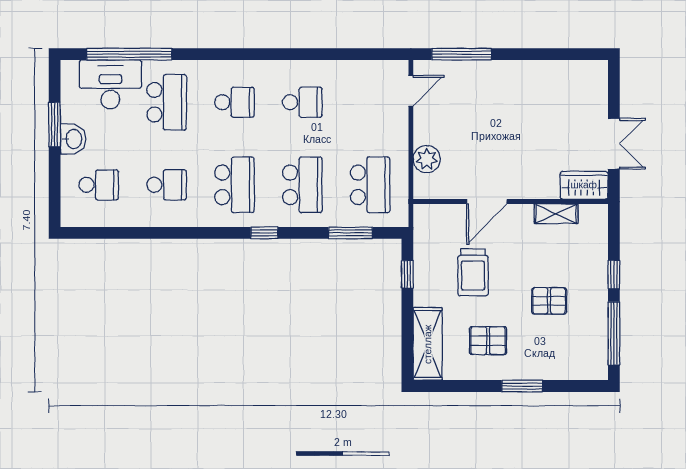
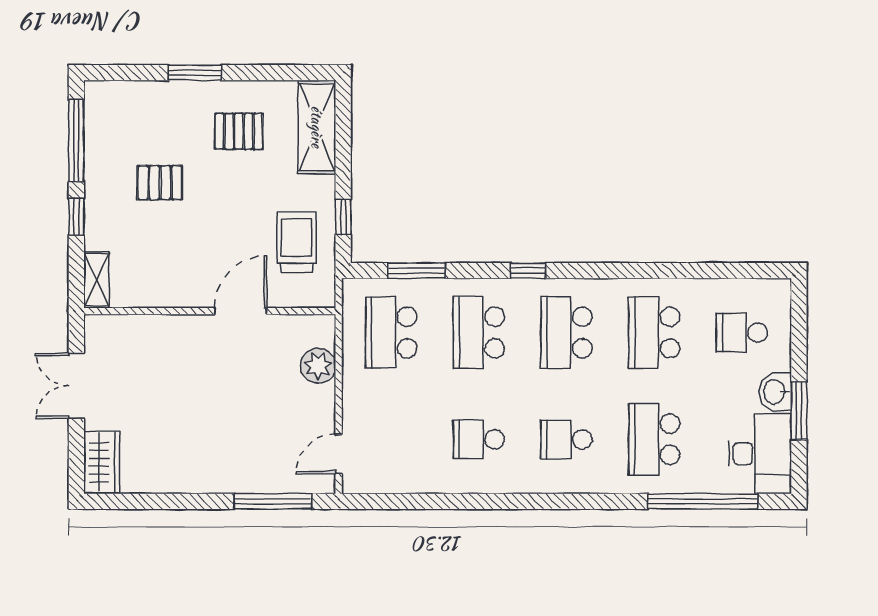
desk: (110, 84) -> (760, 454), moved, turned -90
school desk: (167, 185) -> (654, 333), width x1.85
wardrobe: (584, 185) -> (102, 462), moved, turned -90
shelving: (556, 214) -> (97, 280), moved, turned 90
trolley: (473, 272) -> (297, 242), moved

